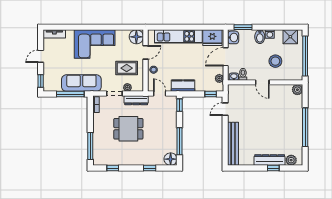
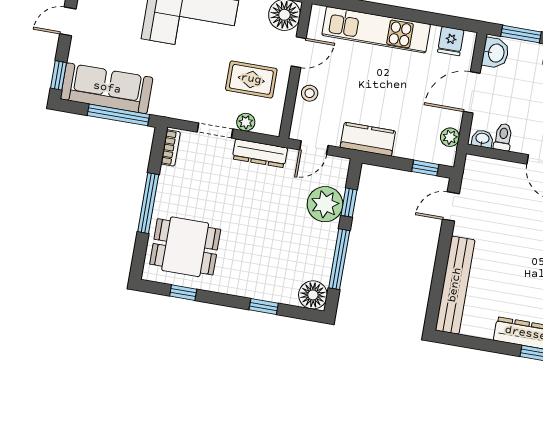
fridge: (212, 38) -> (451, 41), width x0.53, depth x0.75
sofa: (81, 83) -> (107, 88), moved
door: (160, 94) -> (314, 148), swing flipped
window: (179, 105) -> (349, 203), moved
plant: (169, 118) -> (325, 204), added
dining table: (128, 129) -> (185, 247), moved
window: (90, 146) -> (148, 203), moved

